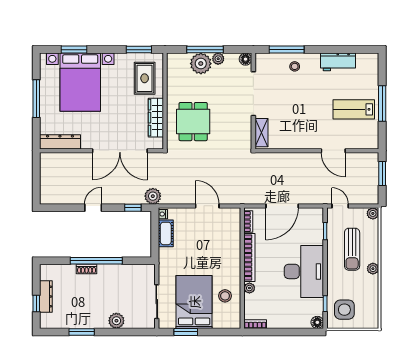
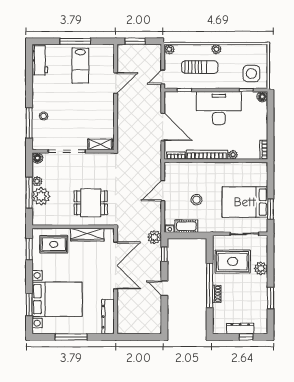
workbench: (338, 62) -> (40, 60), moved
rug: (124, 288) -> (233, 261), added
stool: (225, 296) -> (196, 200), moved

